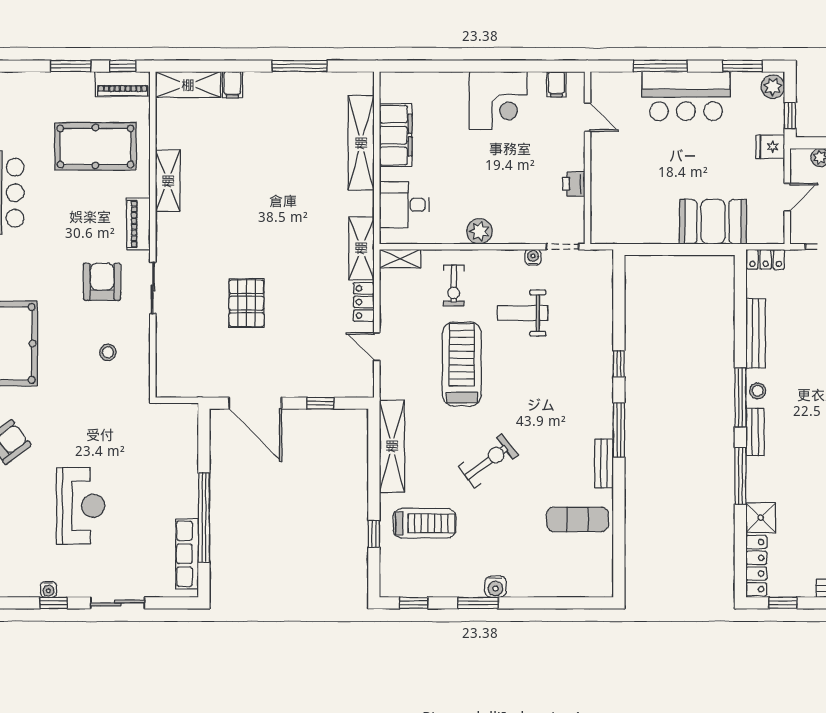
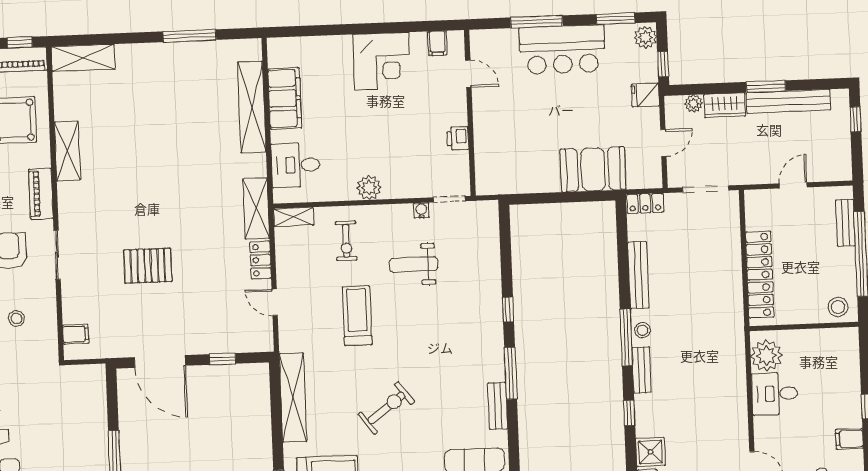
filing cabinet: (232, 85) -> (76, 334), moved, turned -90
pallet: (247, 303) -> (148, 266), turned 90
treadmill: (462, 364) -> (357, 316), width x0.73, depth x0.73
window: (740, 476) -> (629, 413), width x0.46

